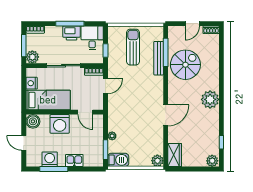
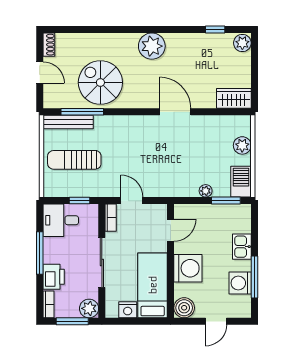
printer: (72, 33) -> (54, 277), moved
bench: (159, 58) -> (68, 122), moved
plant: (157, 161) -> (242, 145), moved

